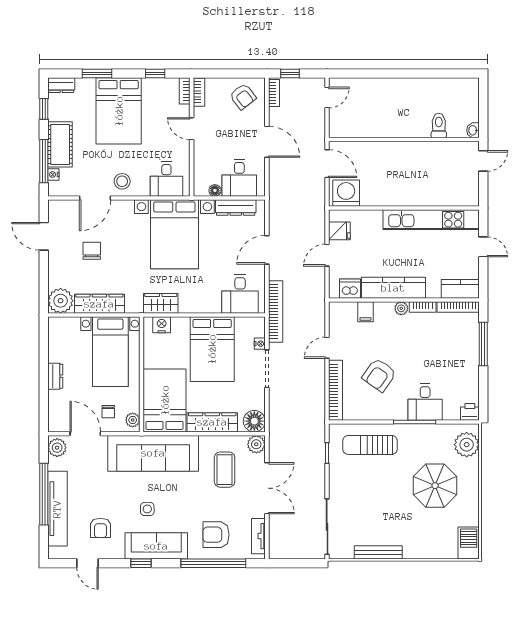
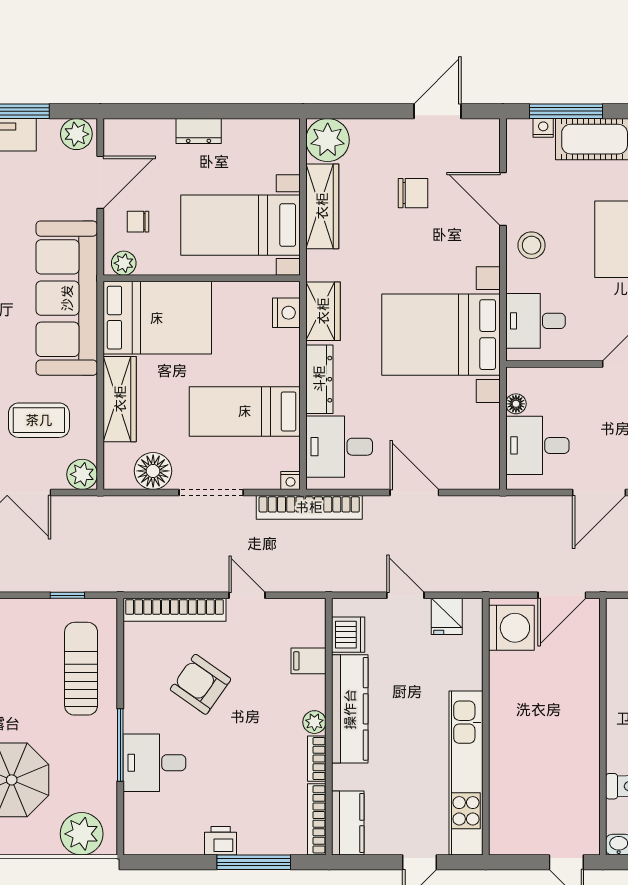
dresser: (236, 208) -> (319, 379), moved, turned 180
nightstand: (260, 344) -> (290, 480), moved
bed: (212, 349) -> (245, 411), width x0.67
printer: (470, 412) -> (221, 841), moved, turned -90
floor lamp: (254, 421) -> (153, 471), moved

